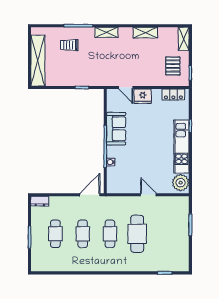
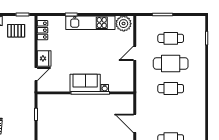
sofa: (116, 129) -> (85, 83), moved
door: (90, 195) -> (135, 123), moved
cafe table: (83, 234) -> (171, 38), moved

